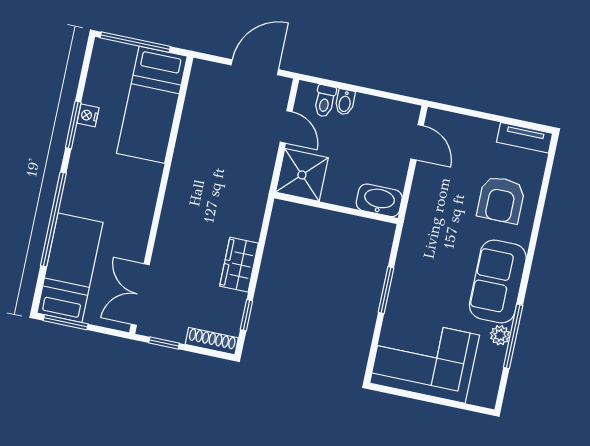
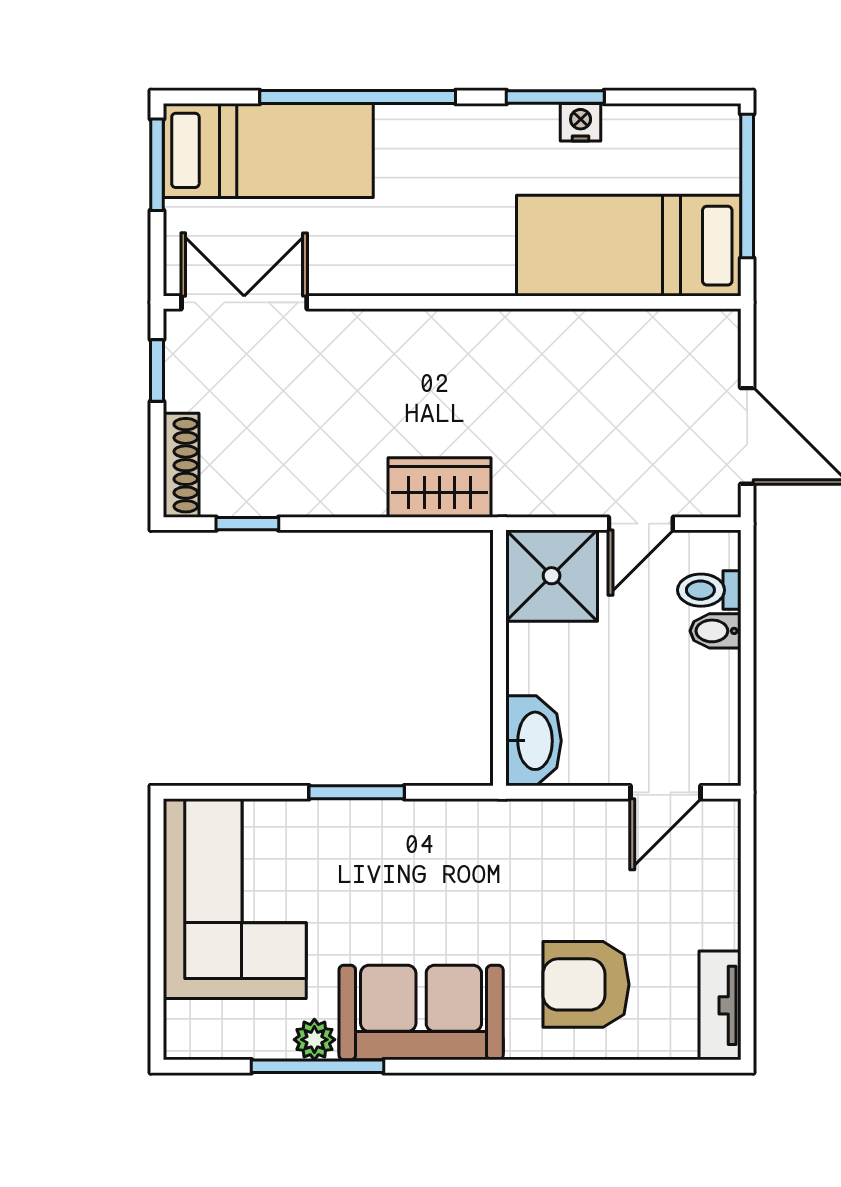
wardrobe: (239, 265) -> (440, 488), moved

